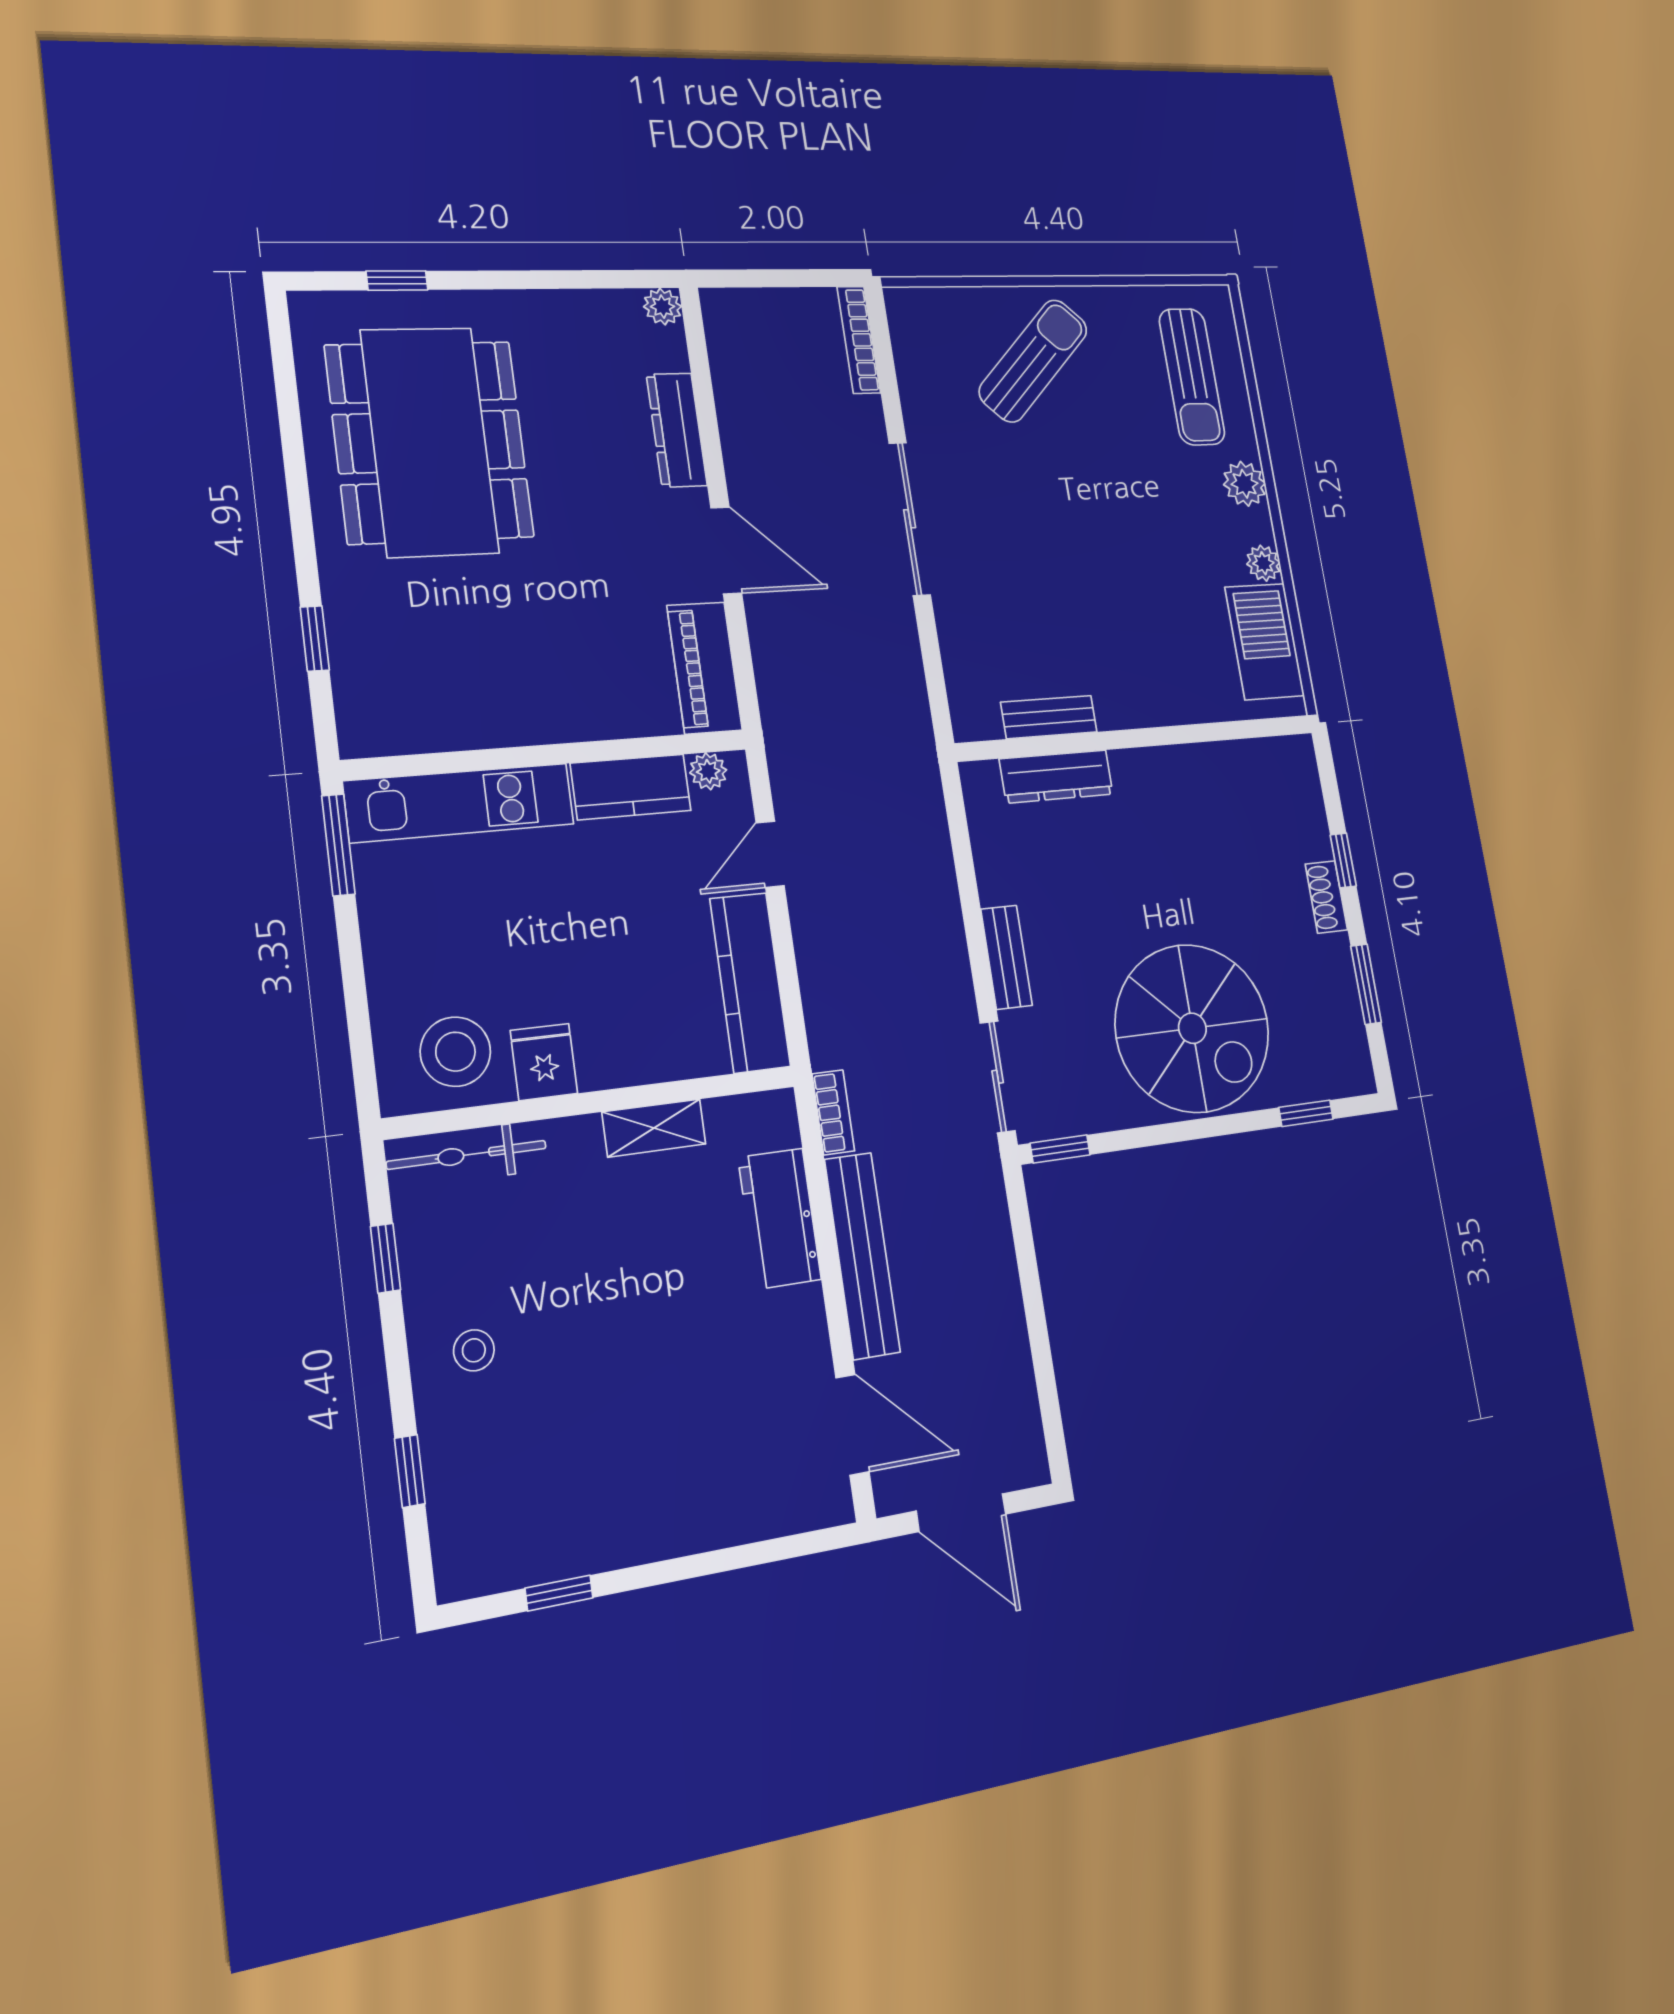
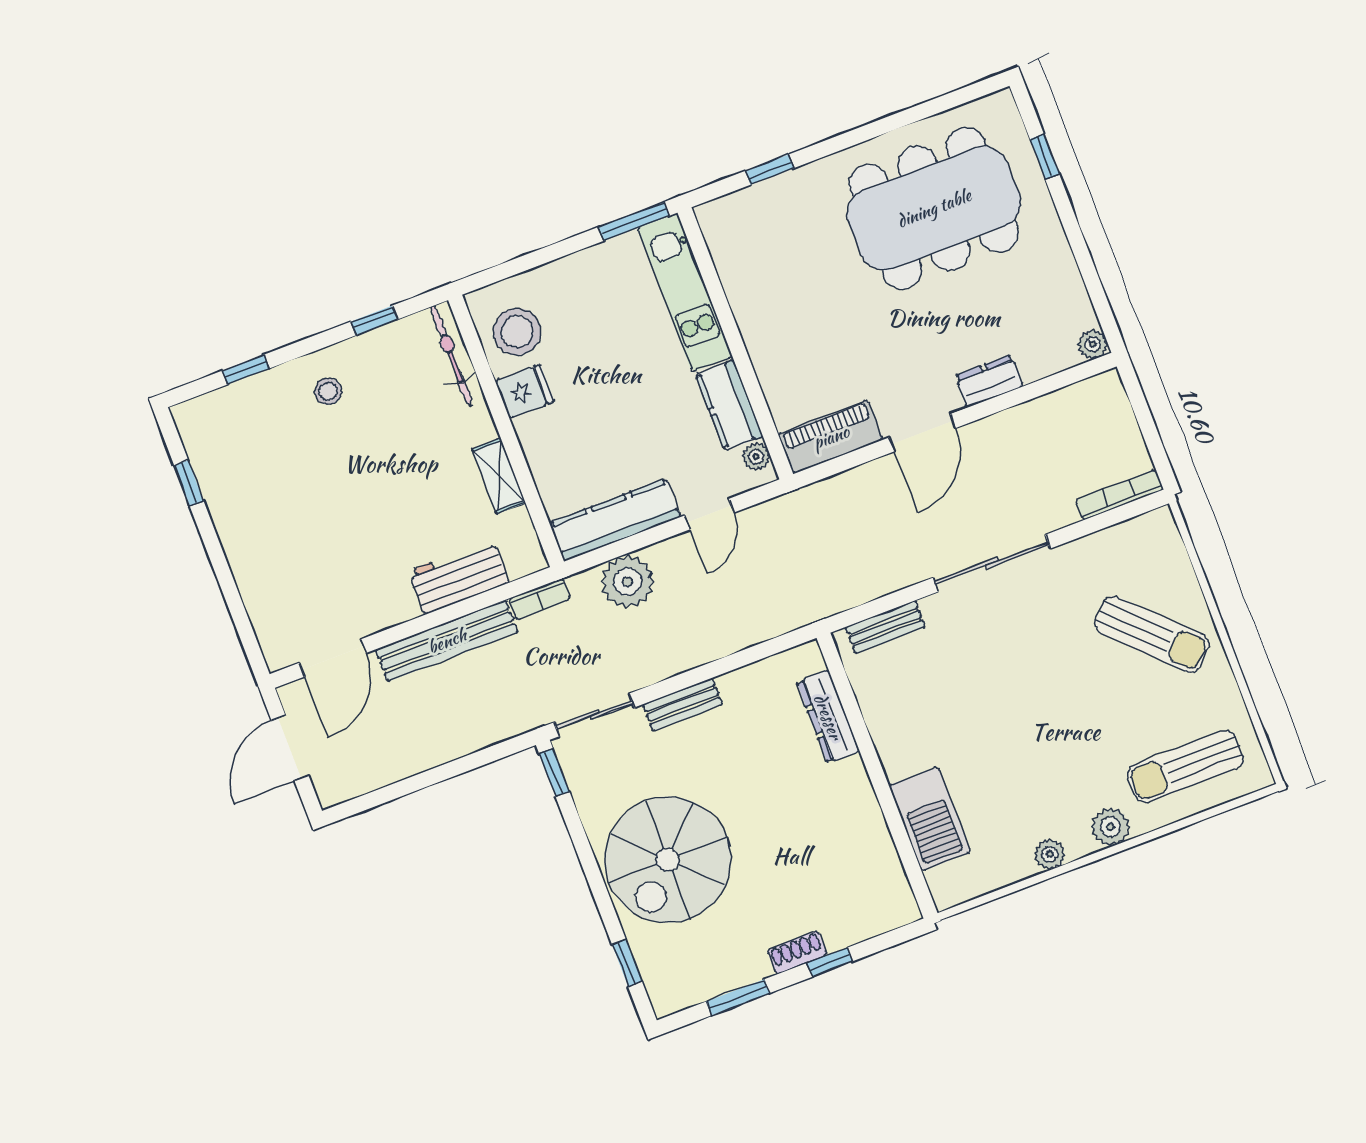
dresser: (677, 430) -> (989, 381), width x0.70
barbecue: (1265, 642) -> (930, 819), moved, turned 90
bench: (1049, 717) -> (885, 627), moved, turned 90
door: (770, 854) -> (709, 514), swing flipped
plant: (835, 987) -> (627, 582), added

